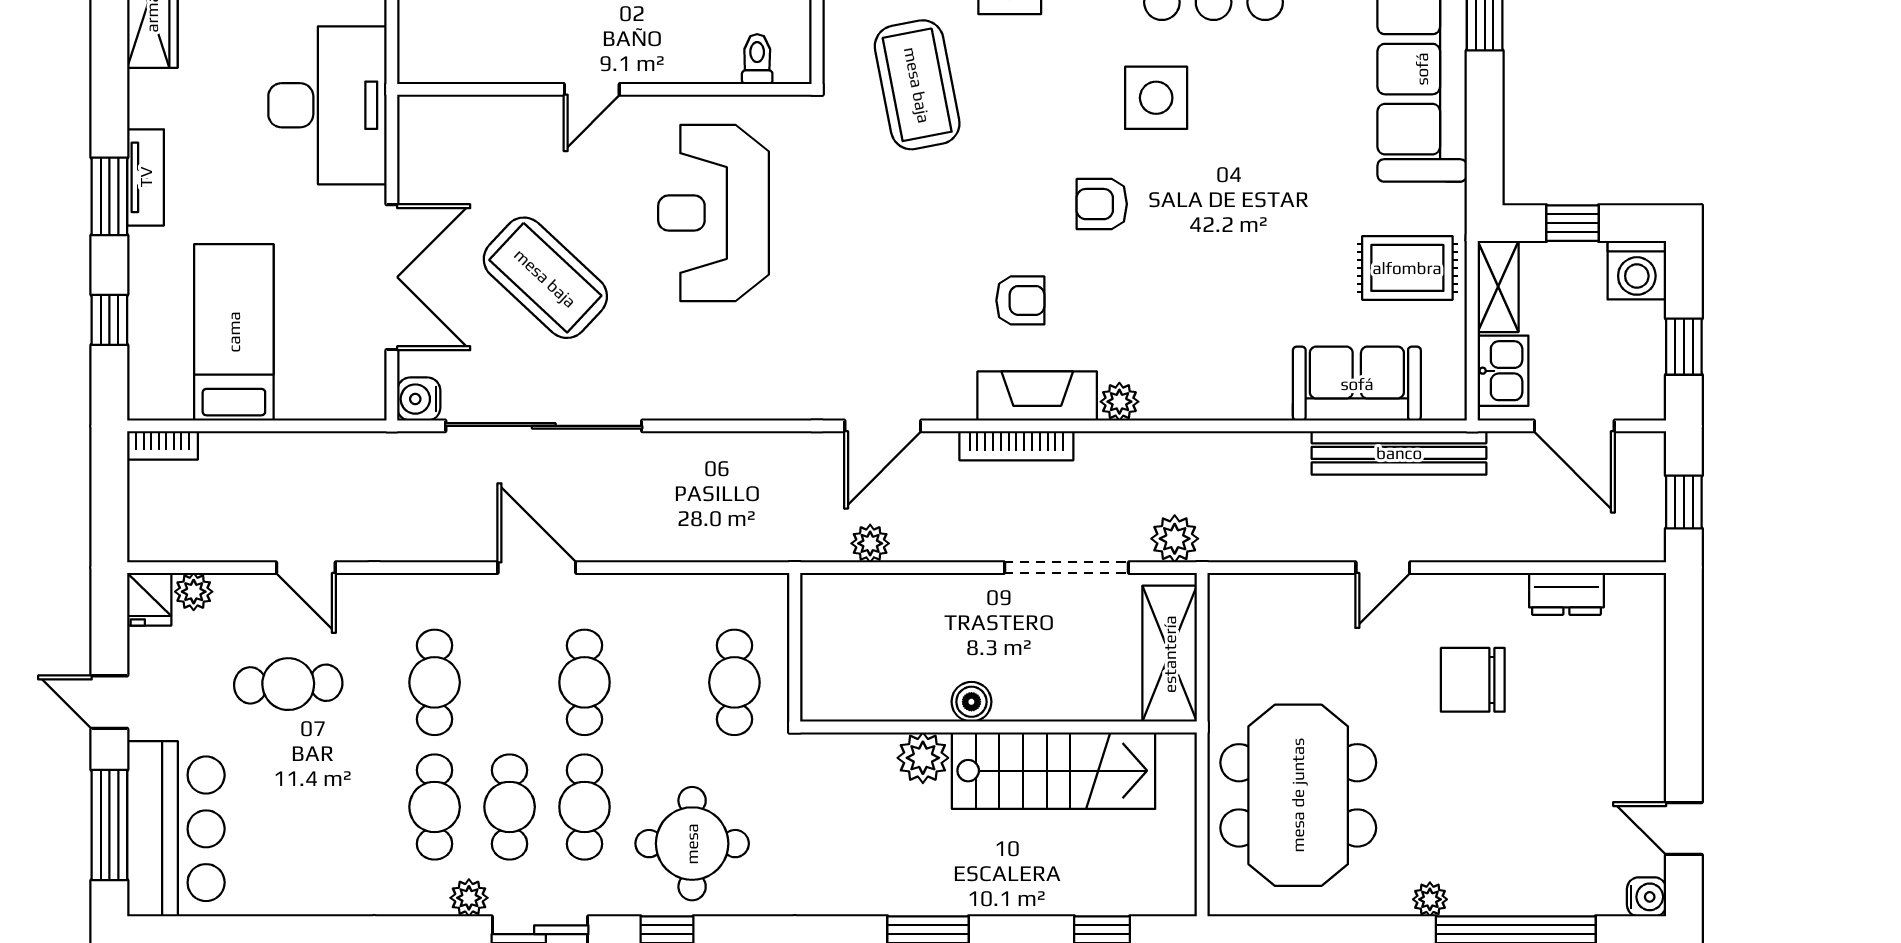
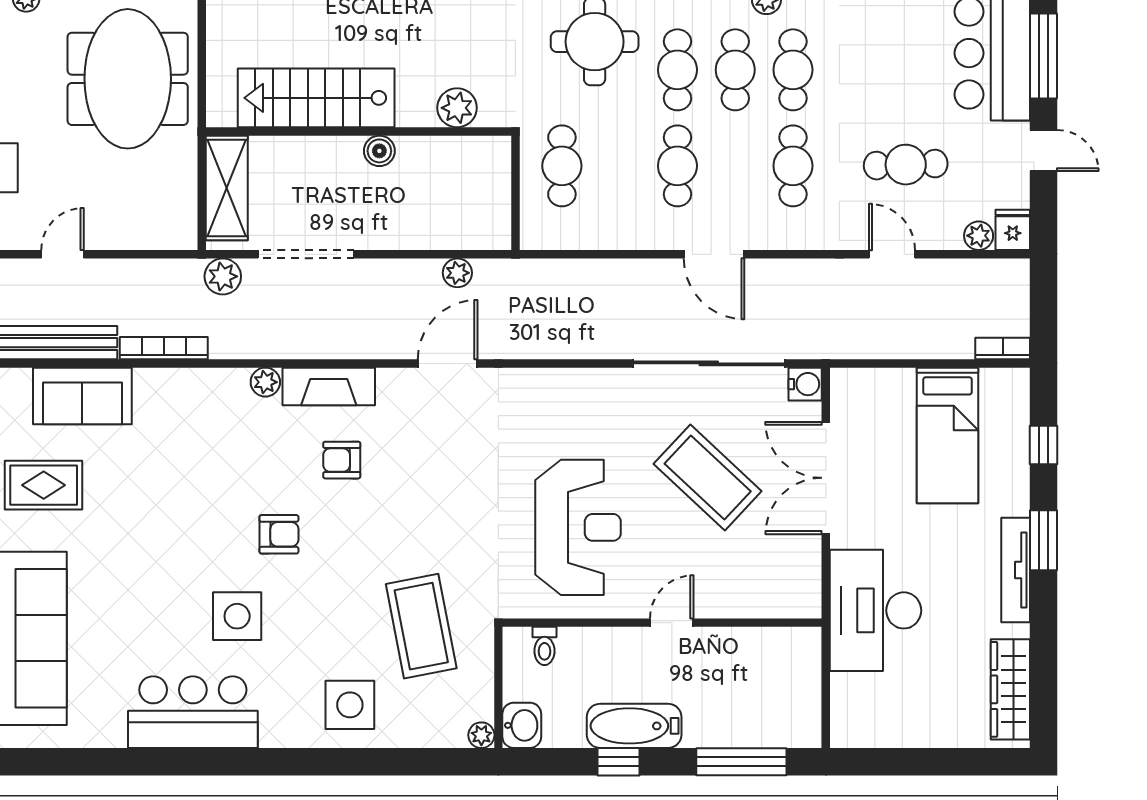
tv unit: (146, 177) -> (1016, 570), width x1.41
bookcase: (1016, 446) -> (164, 348), moved
plant: (923, 758) -> (457, 108), moved

